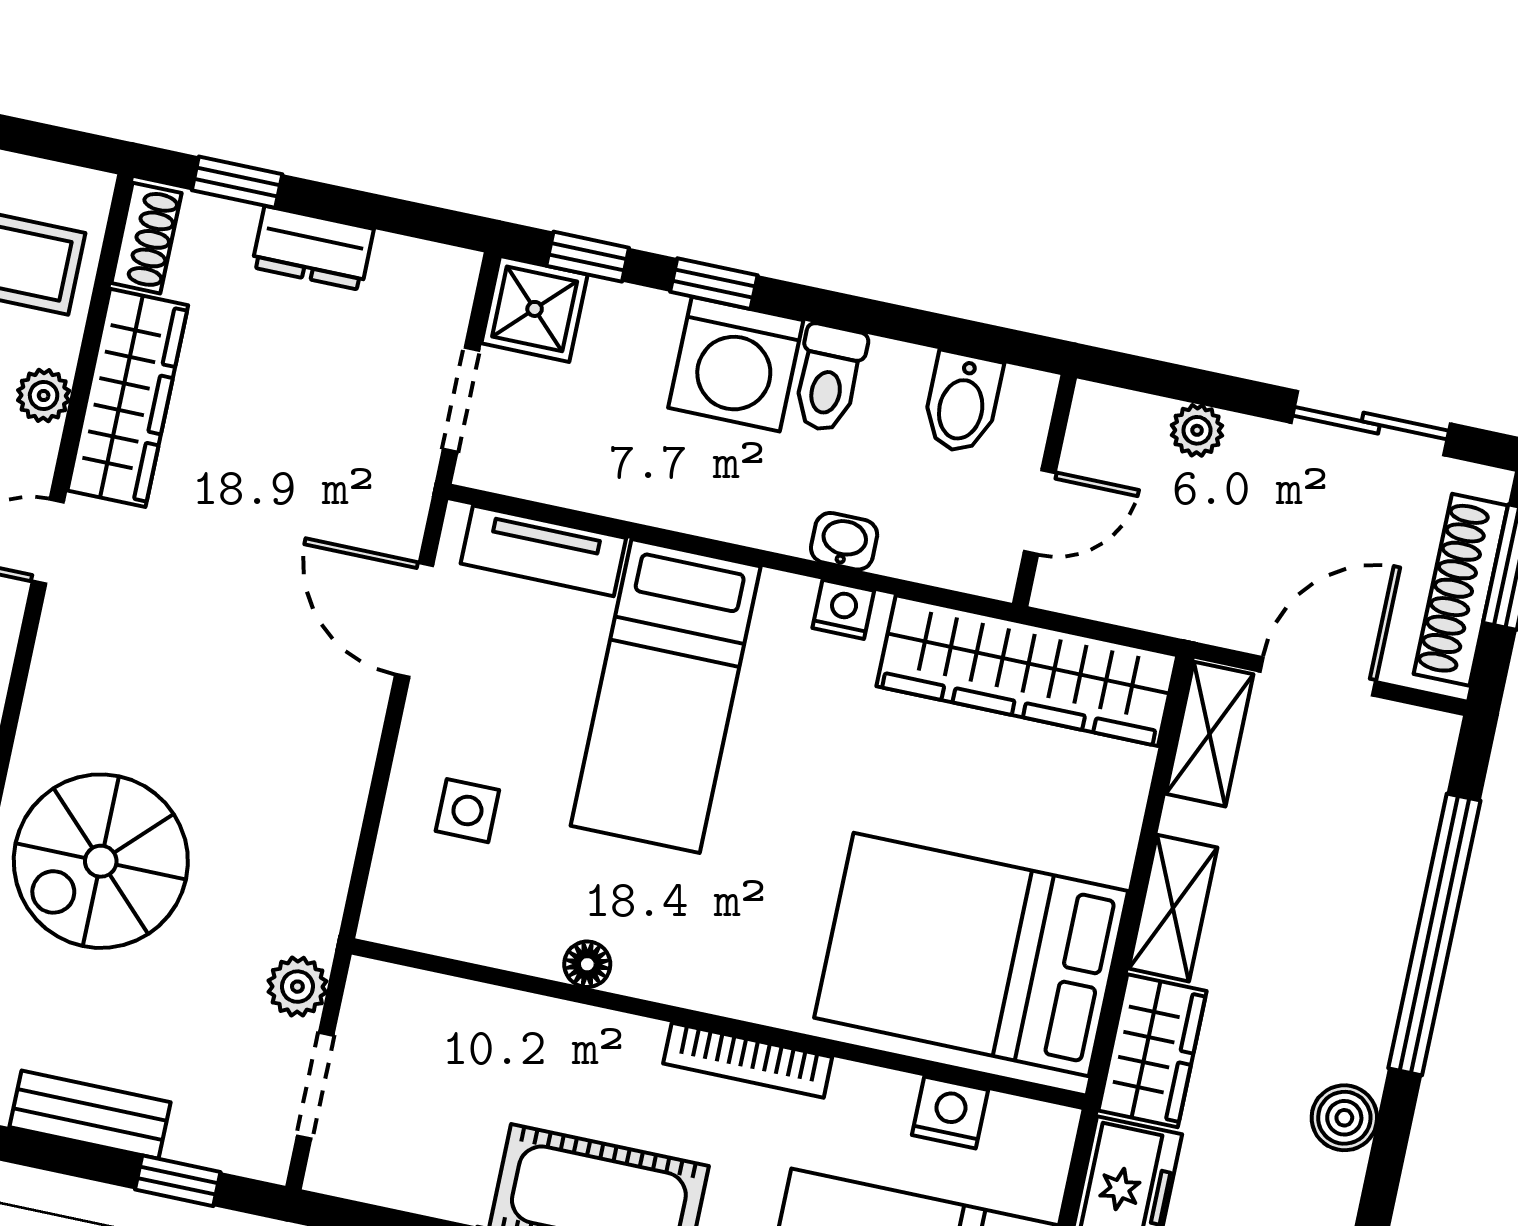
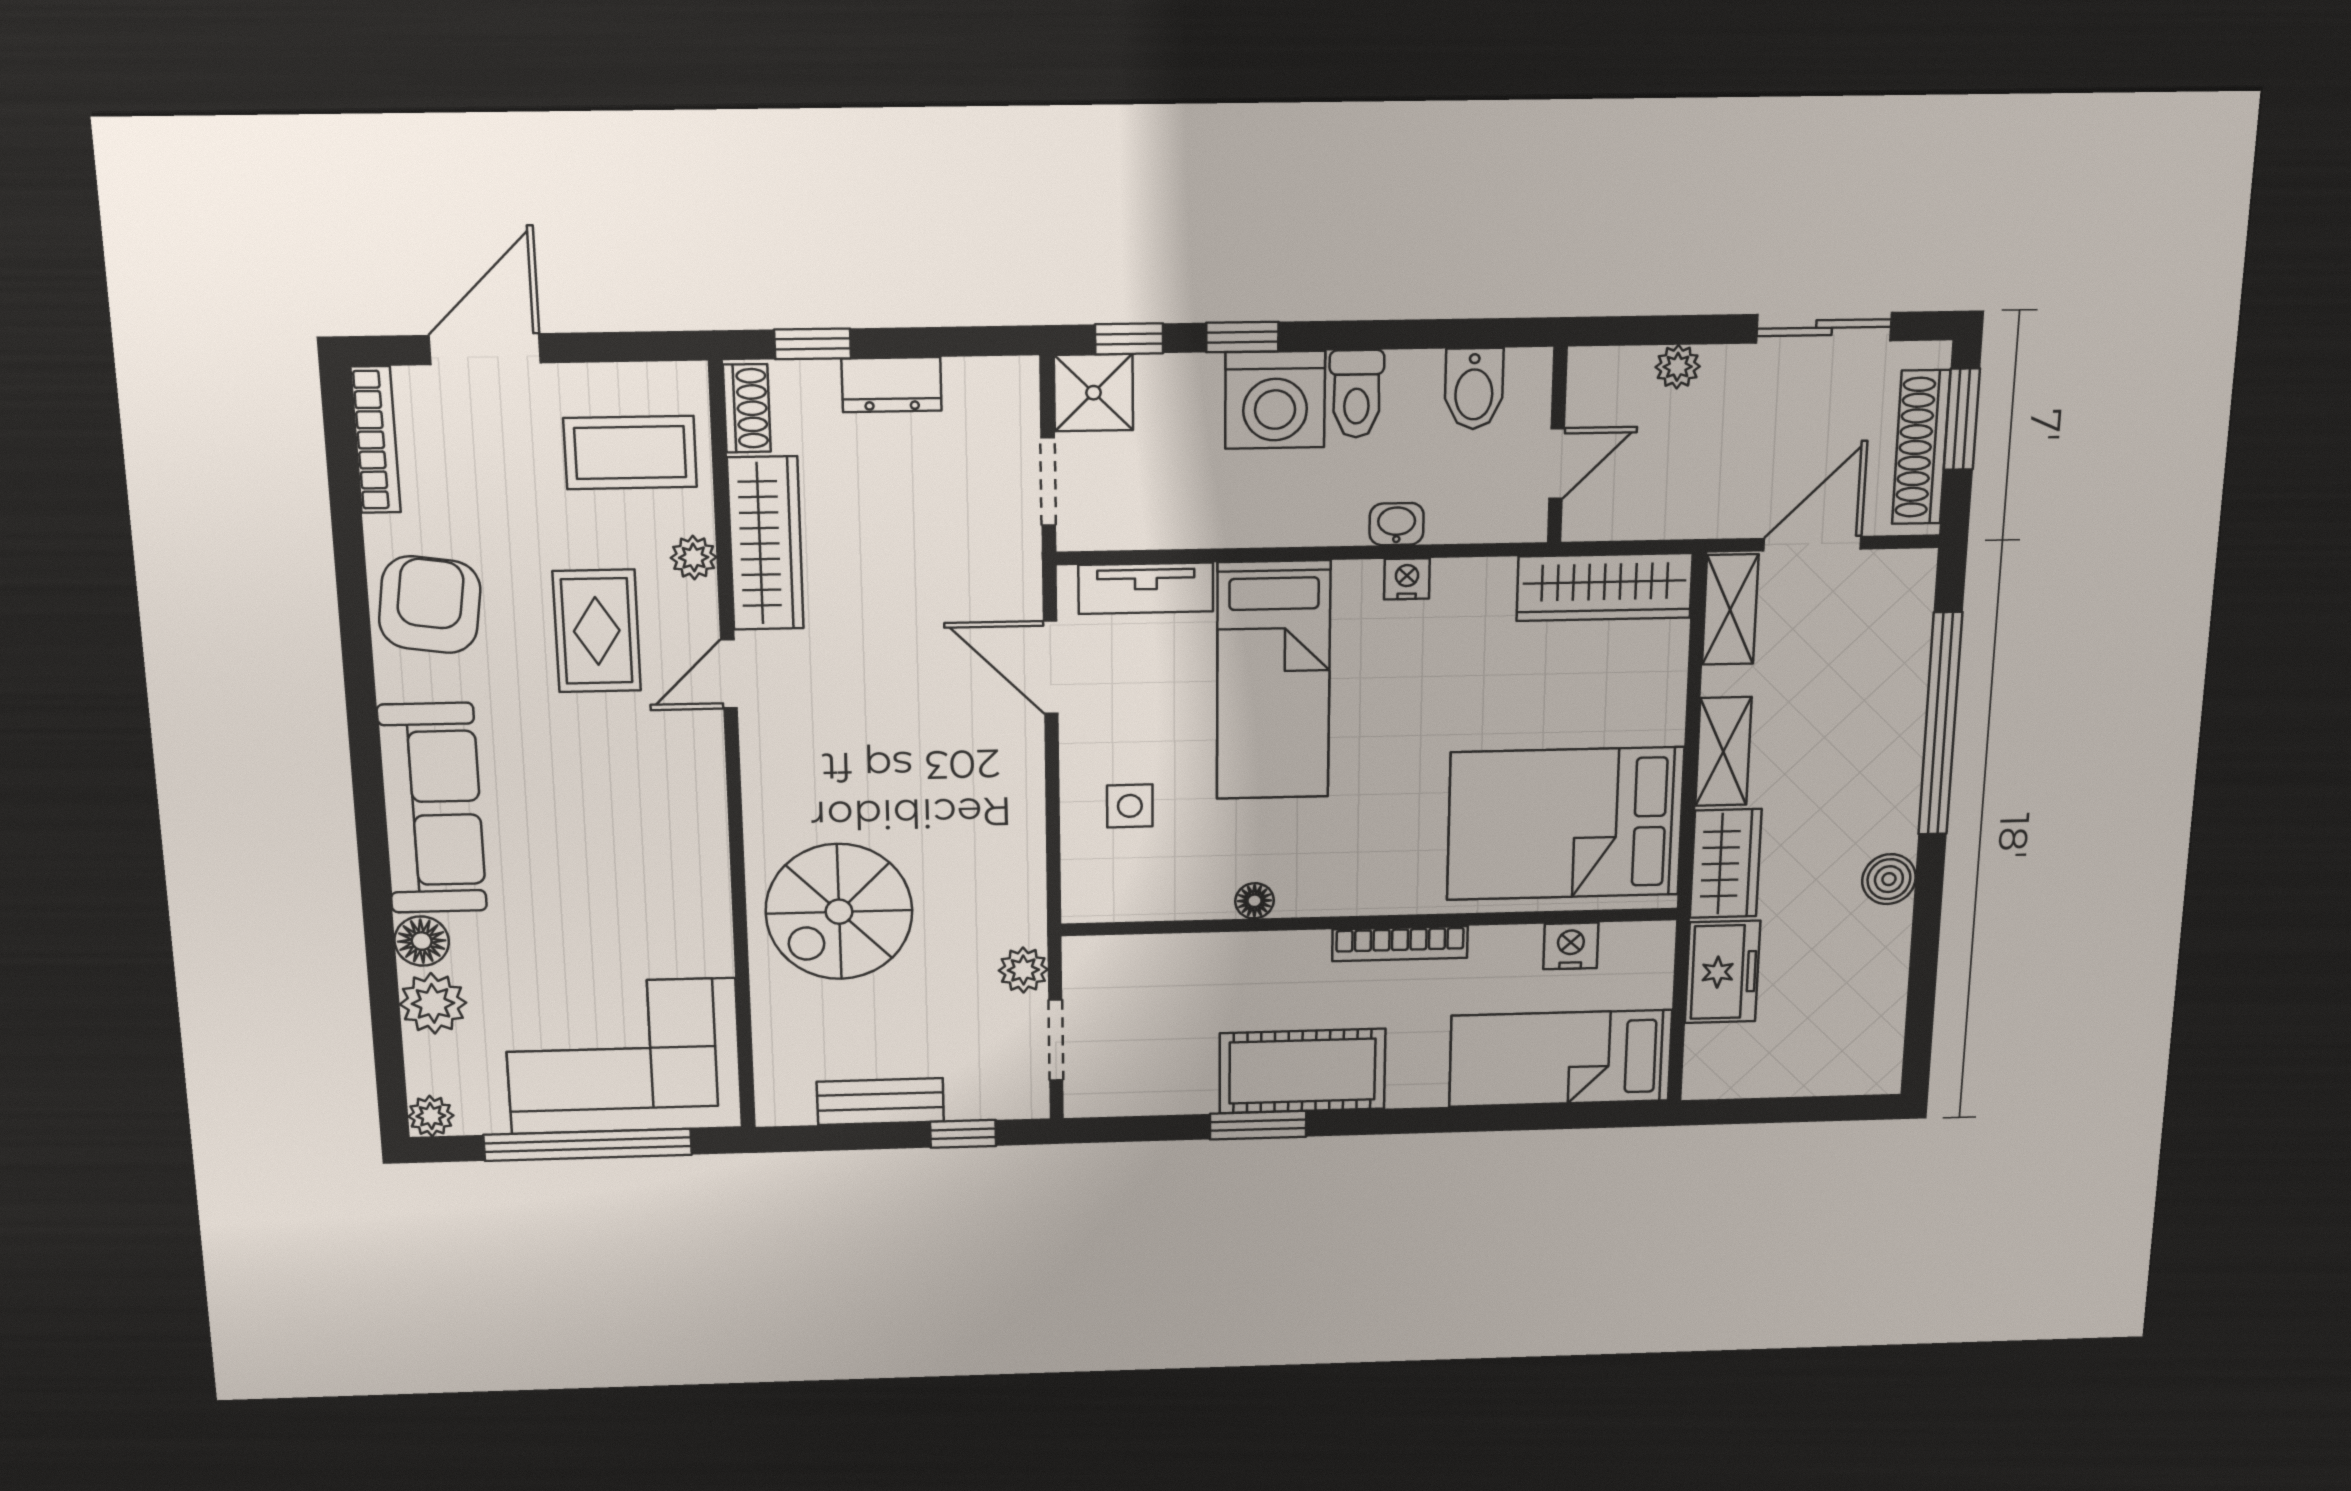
wardrobe: (1027, 671) -> (1604, 587), width x0.71, depth x0.85

